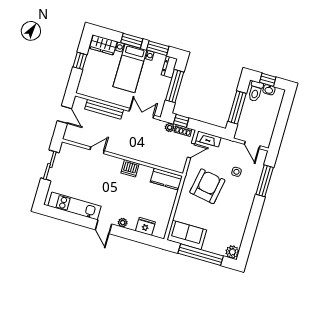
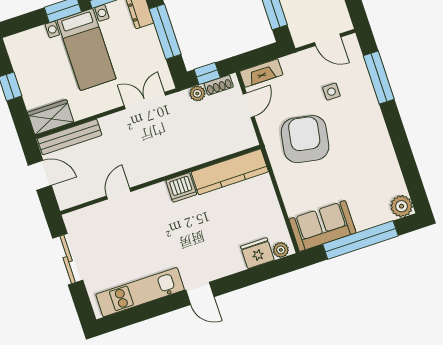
wardrobe: (103, 45) -> (51, 117), moved, turned 180
bench: (104, 109) -> (70, 137), moved
kitchen counter: (166, 179) -> (230, 172), width x1.50
plant: (123, 223) -> (281, 250), moved

